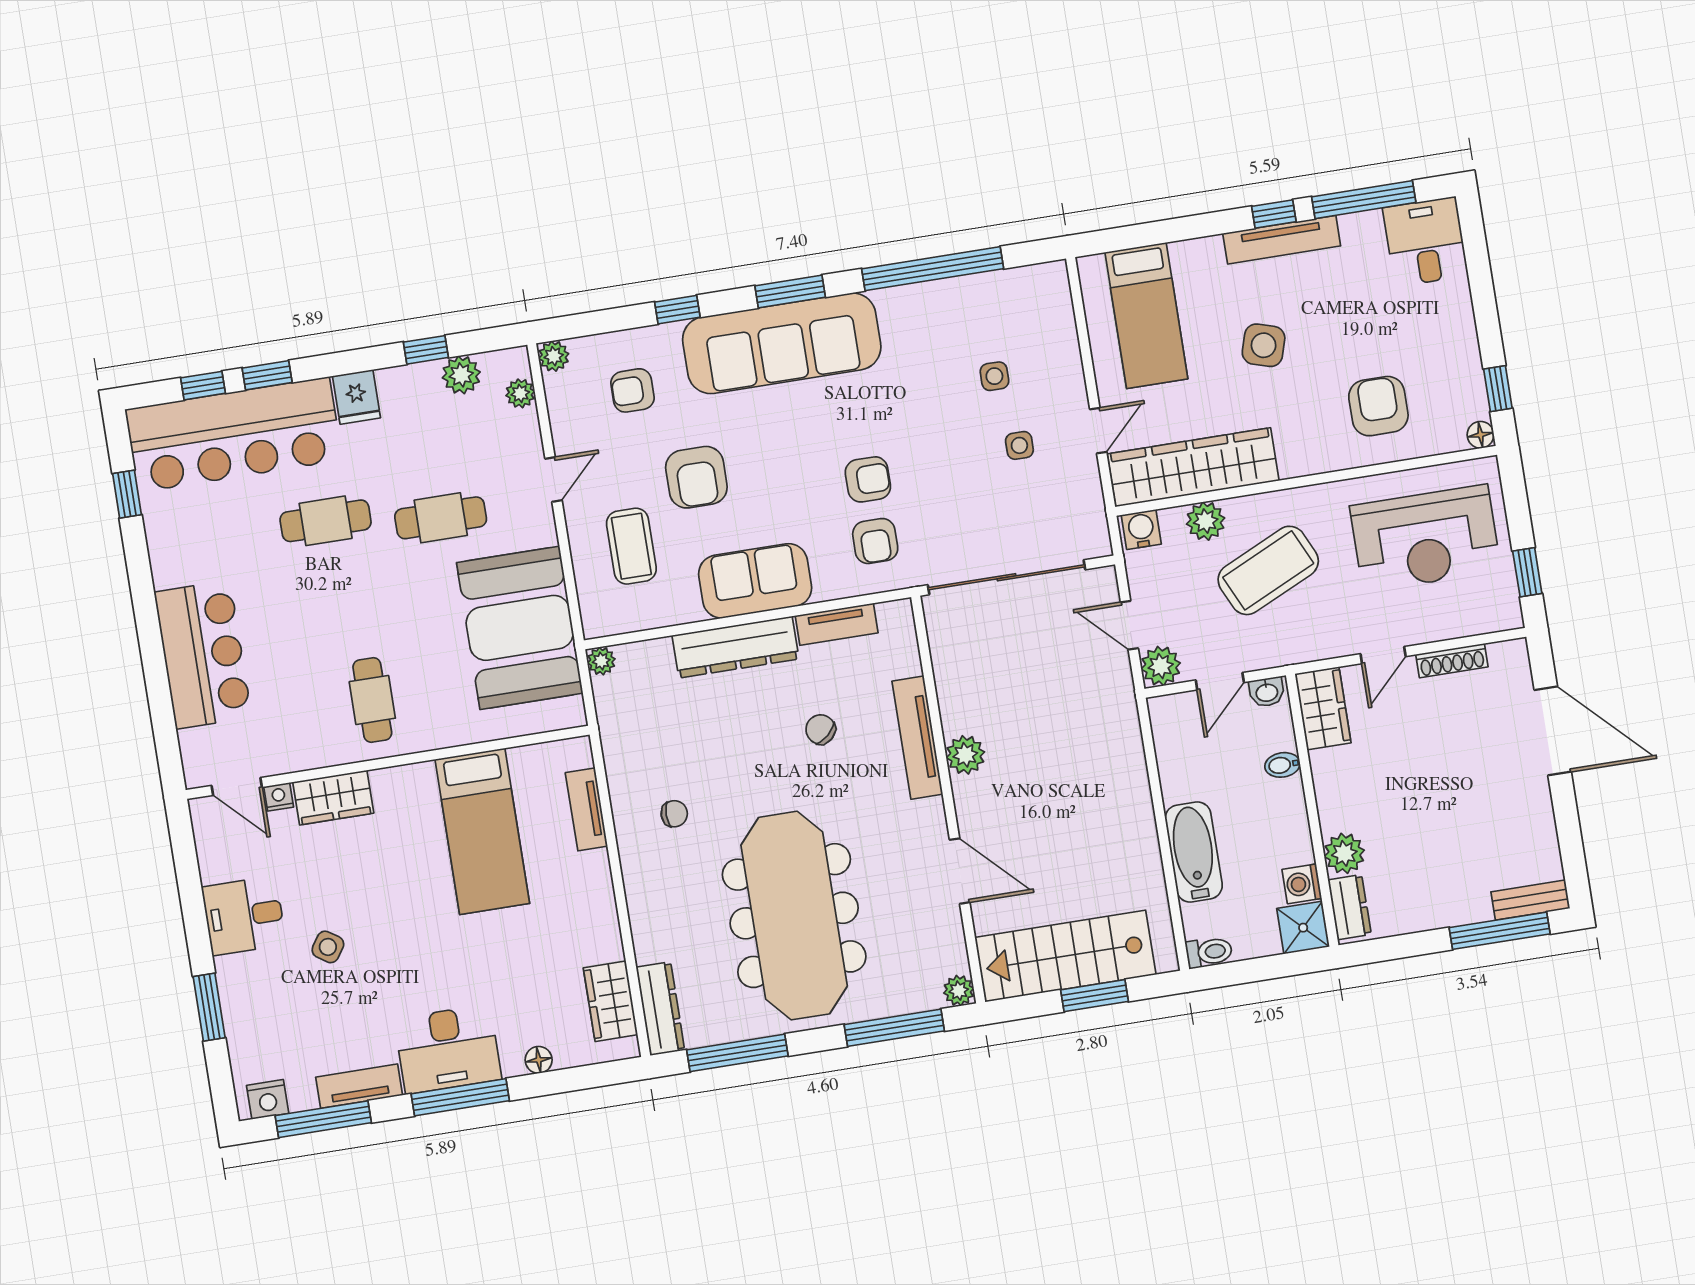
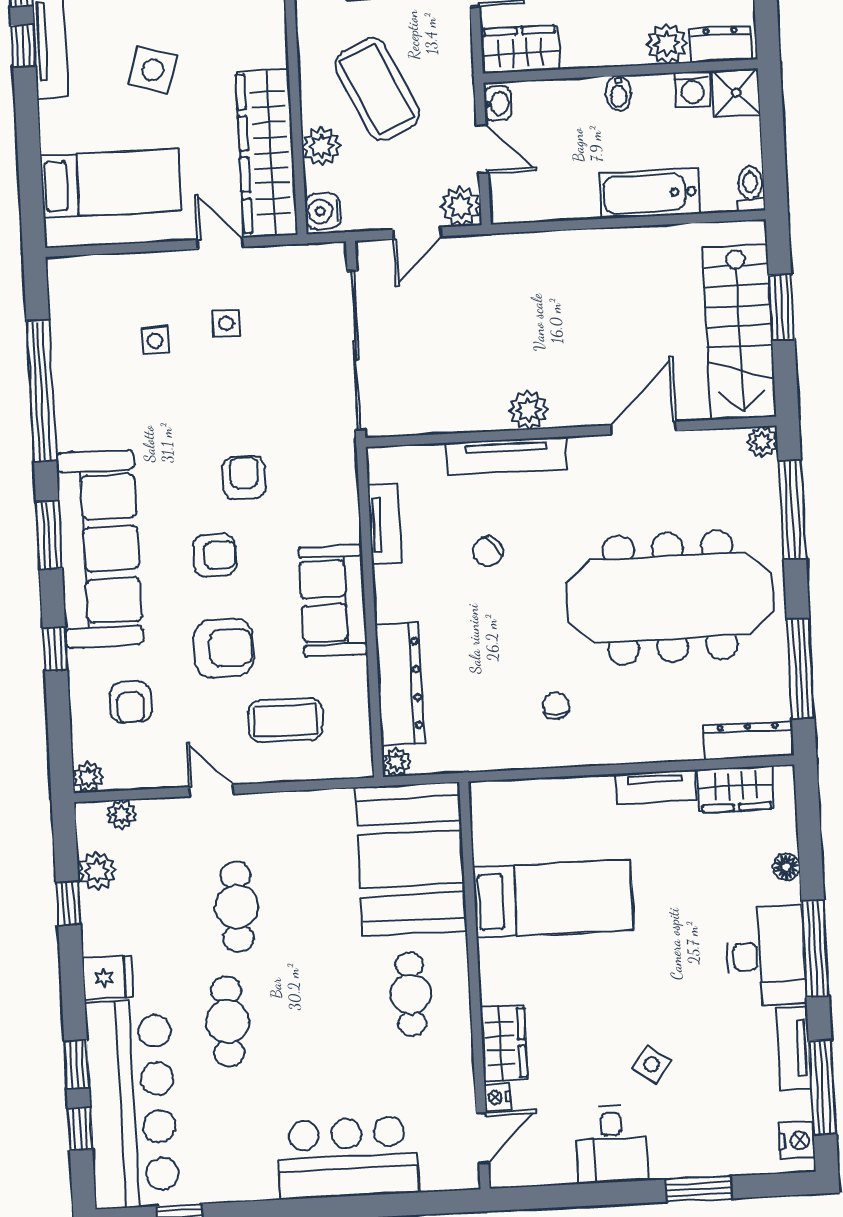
armchair: (875, 541) -> (215, 555), moved
booth: (520, 628) -> (411, 859), moved, turned 90
dresser: (736, 647) -> (400, 684), moved
cafe table: (372, 700) -> (411, 994), turned 90
bidet: (1282, 765) -> (618, 93), moved
tv unit: (586, 809) -> (656, 787), moved

